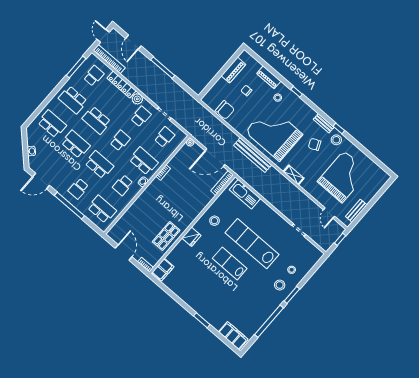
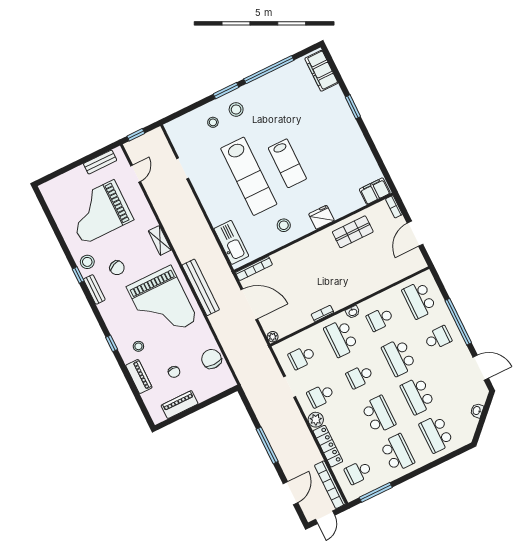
school desk: (123, 185) -> (380, 319), turned 180

